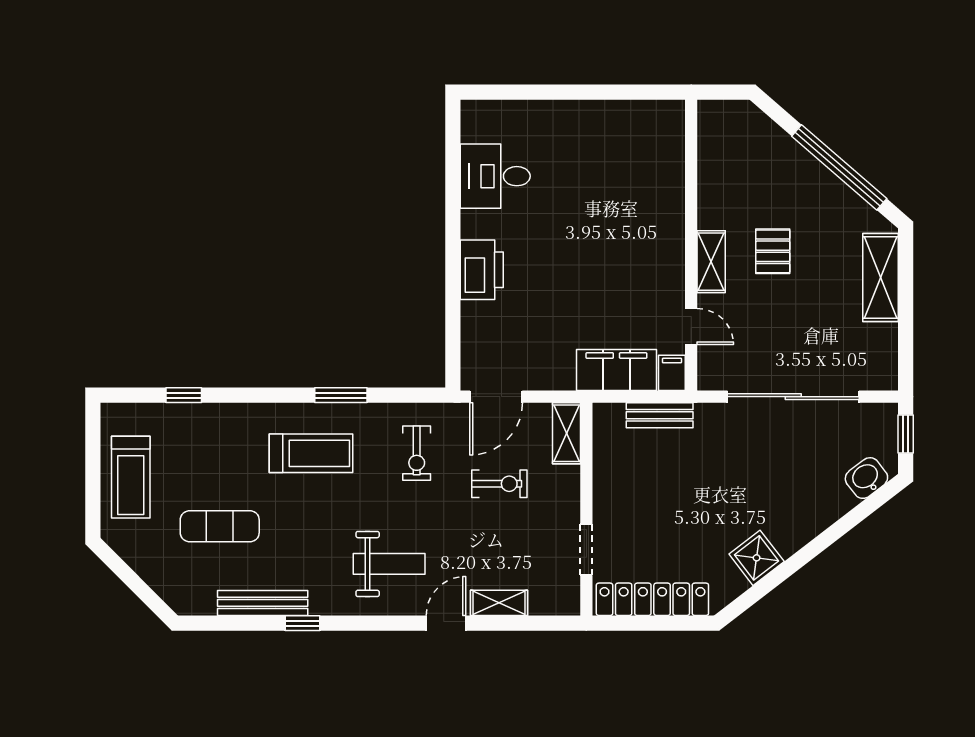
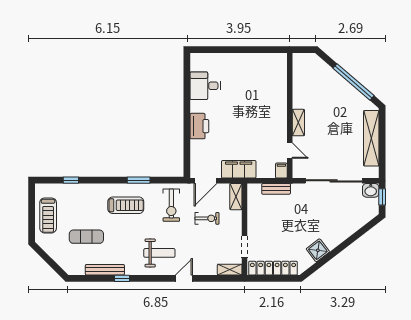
pallet: (773, 251) -> (325, 118), removed
shelving: (881, 277) -> (371, 138), width x1.47
filing cabinet: (616, 370) -> (239, 169), moved
exercise bike: (417, 453) -> (171, 205), width x1.38, depth x1.39
washbasin: (866, 478) -> (371, 190), moved, turned -142
shelving: (499, 603) -> (230, 270), moved

